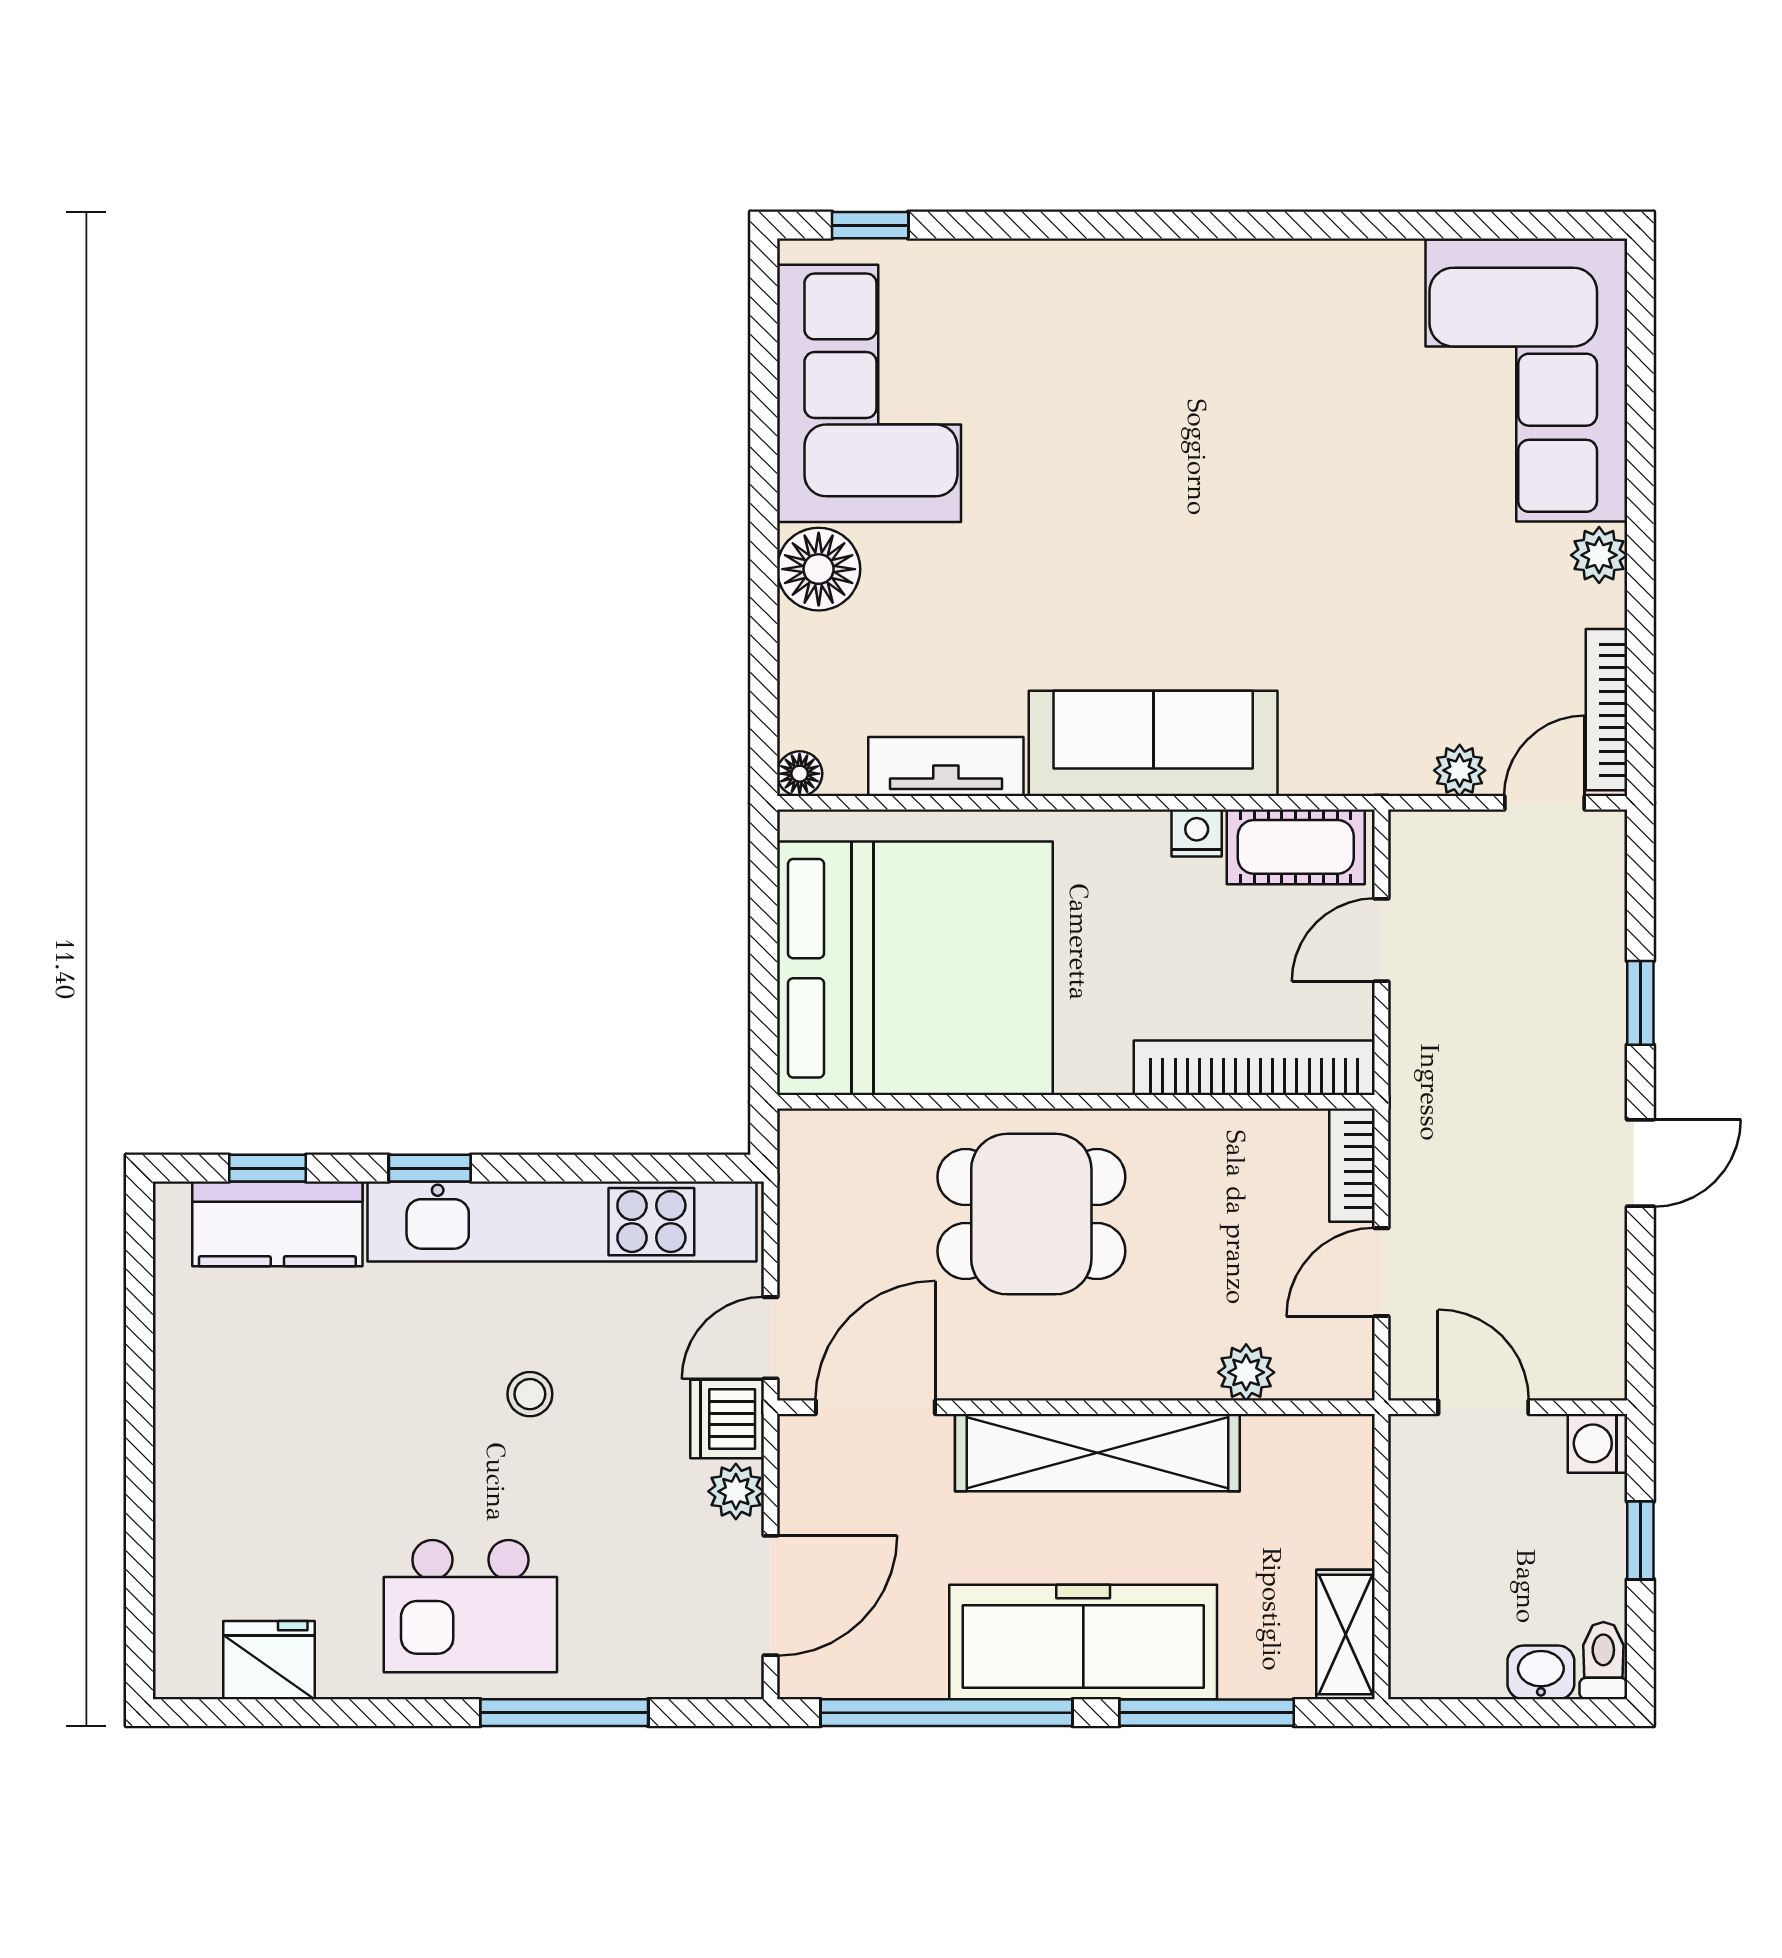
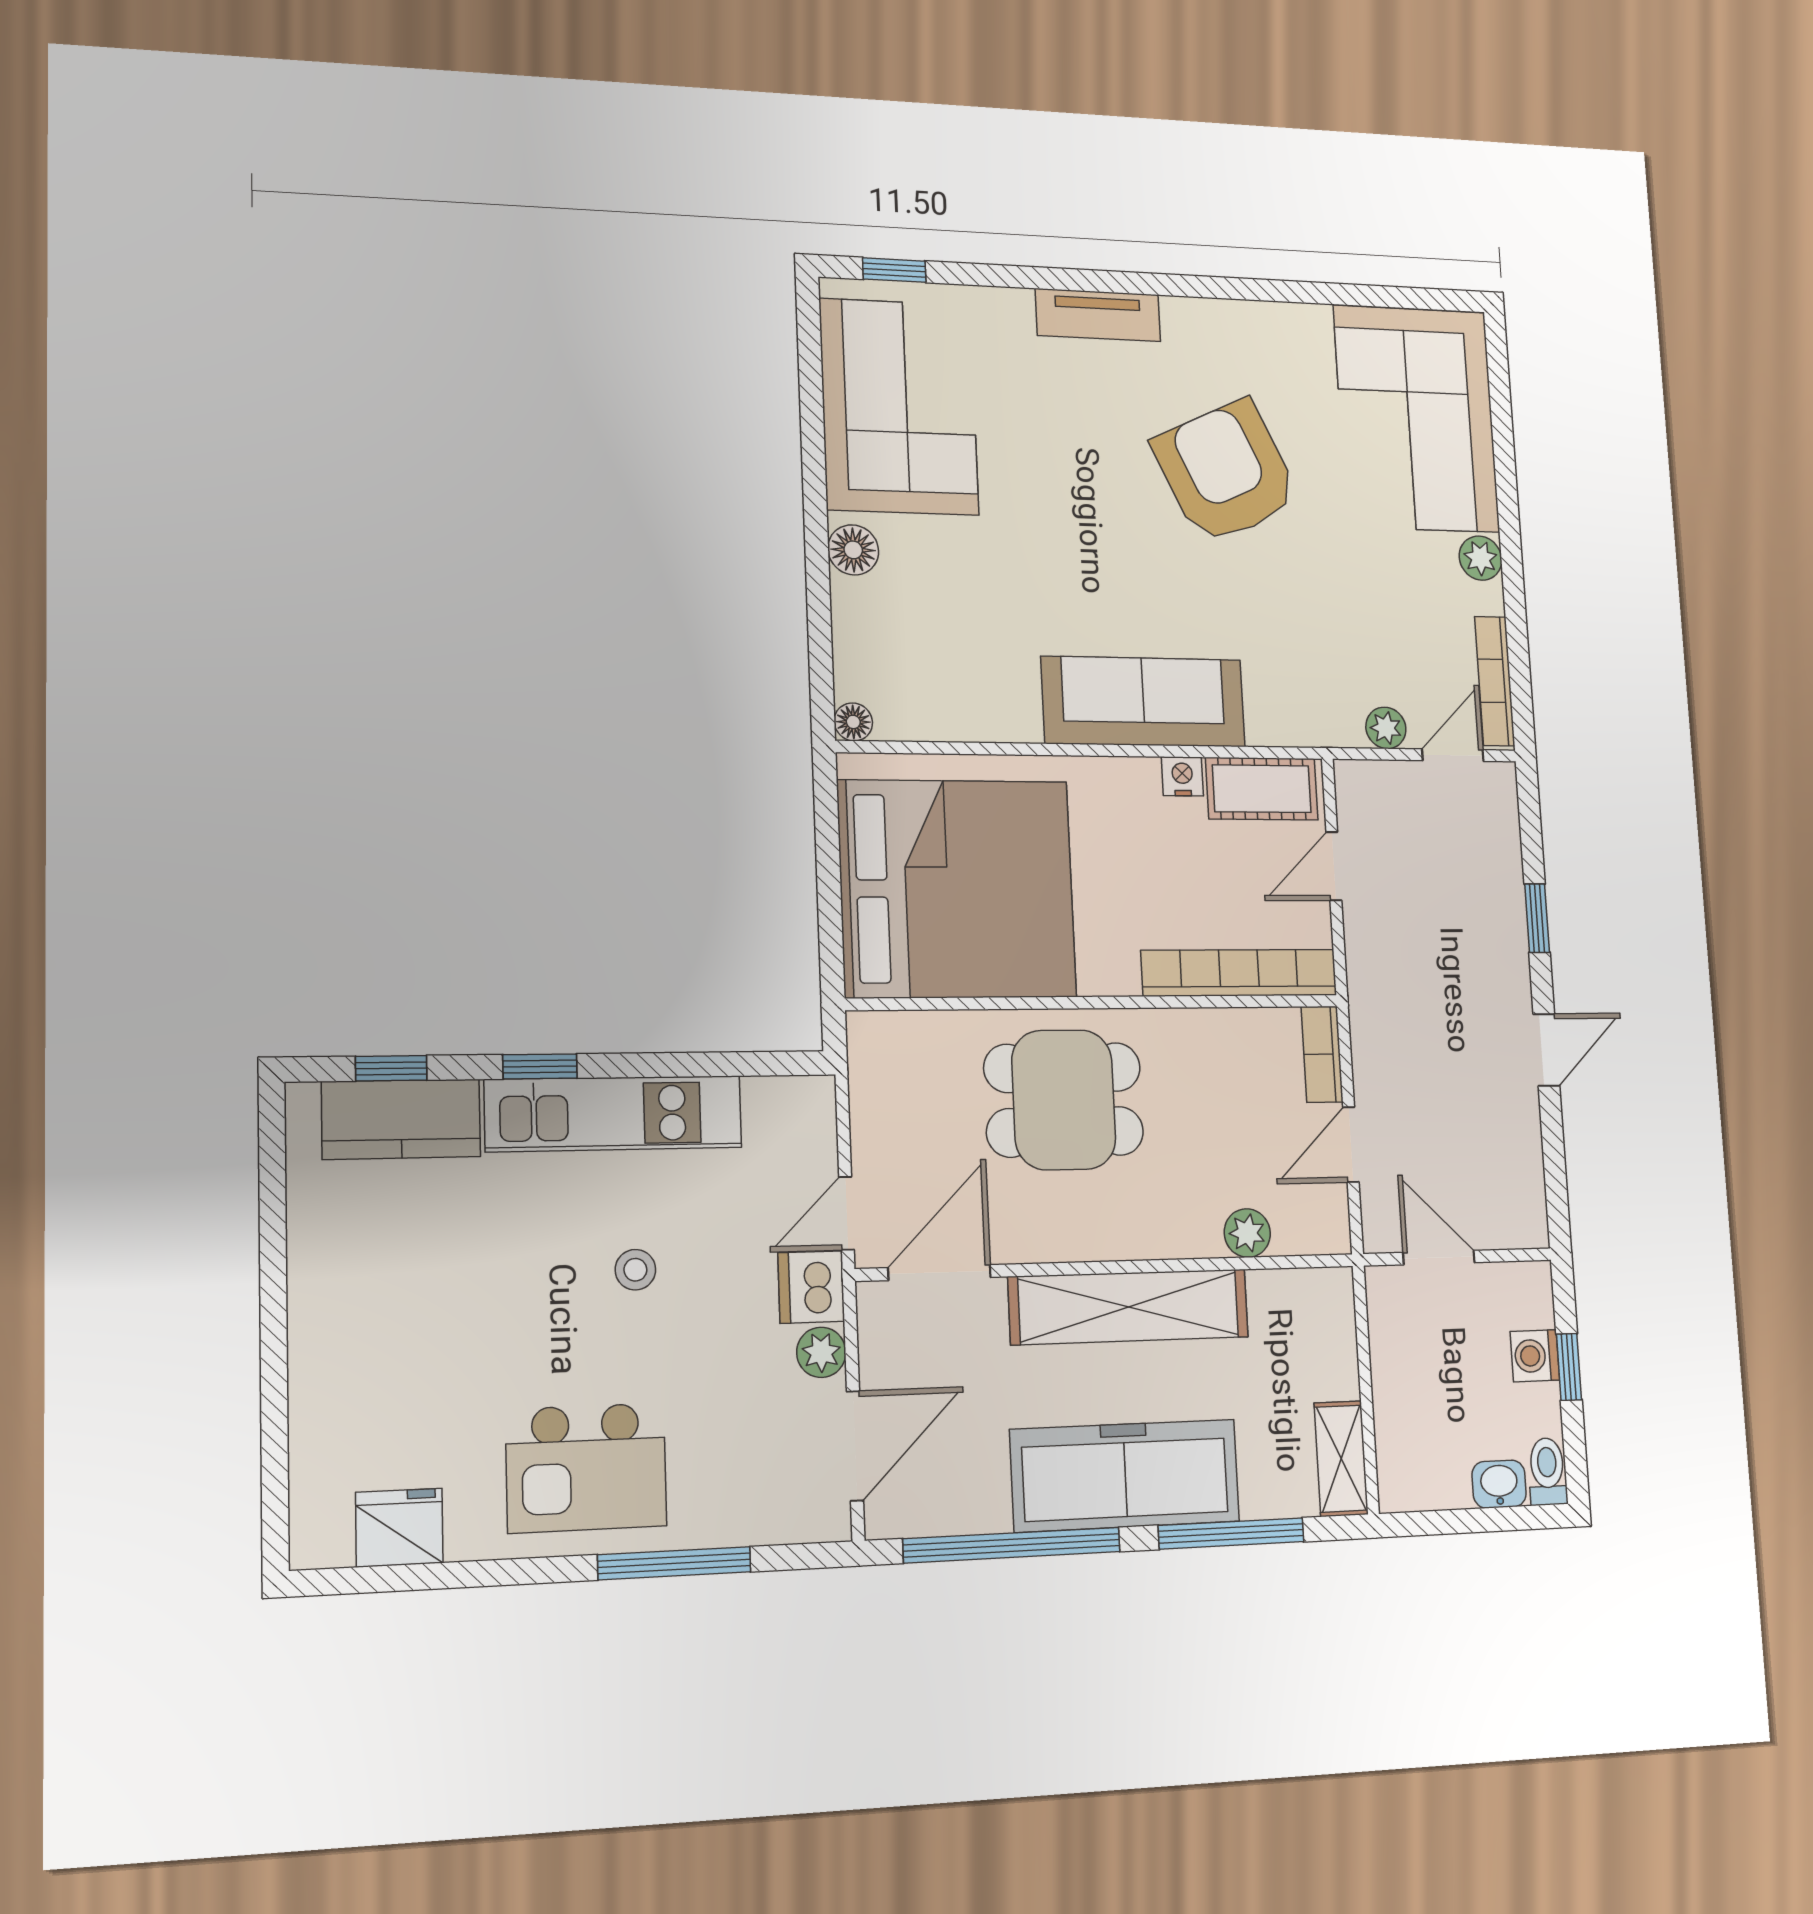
armchair: (1273, 458) -> (1226, 472), added
floor lamp: (819, 569) -> (853, 550), width x0.73, depth x0.73
tv unit: (946, 767) -> (1098, 315), moved, turned 180
kitchen unit: (562, 1222) -> (614, 1114), width x0.73
washing machine: (1598, 1443) -> (1535, 1356), moved

